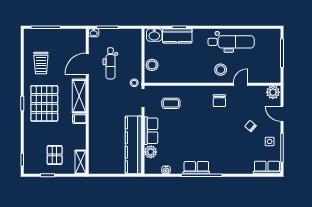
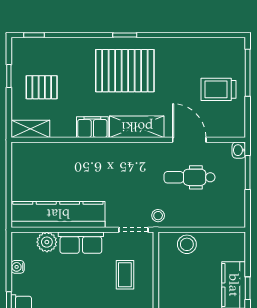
washbasin: (154, 35) -> (235, 248), removed
trolley: (41, 63) -> (219, 89), moved
filing cabinet: (79, 119) -> (92, 127), width x2.00

